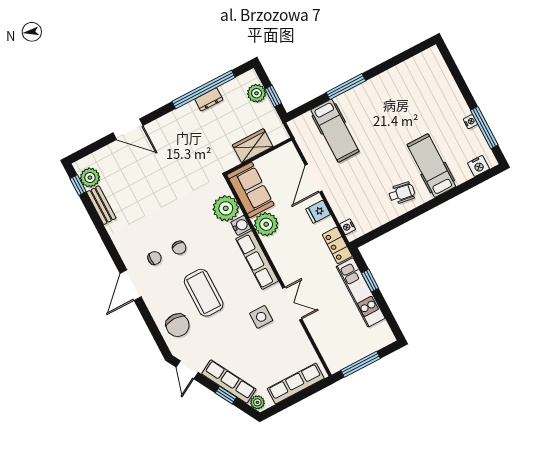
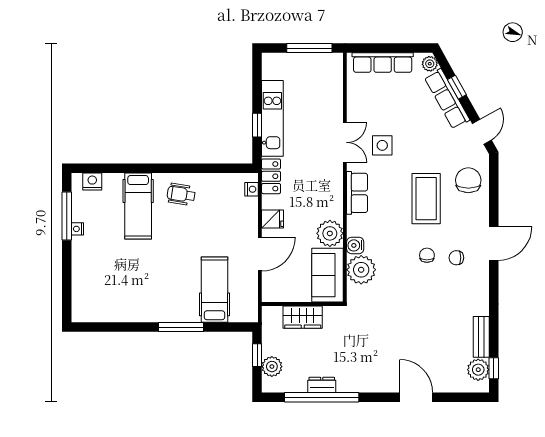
row of seats: (257, 260) -> (357, 193), width x0.68
double door: (292, 304) -> (345, 142), swing flipped

